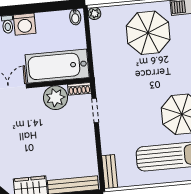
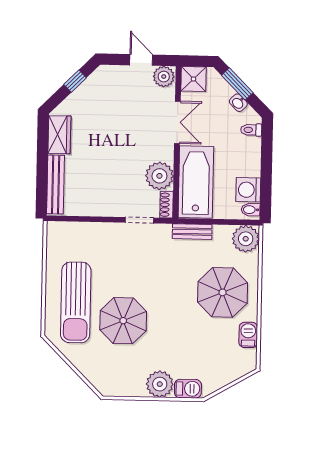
plant: (94, 13) -> (246, 239), width x1.88, depth x1.88
washing machine: (25, 24) -> (248, 190), moved
bench: (110, 172) -> (192, 232), moved

